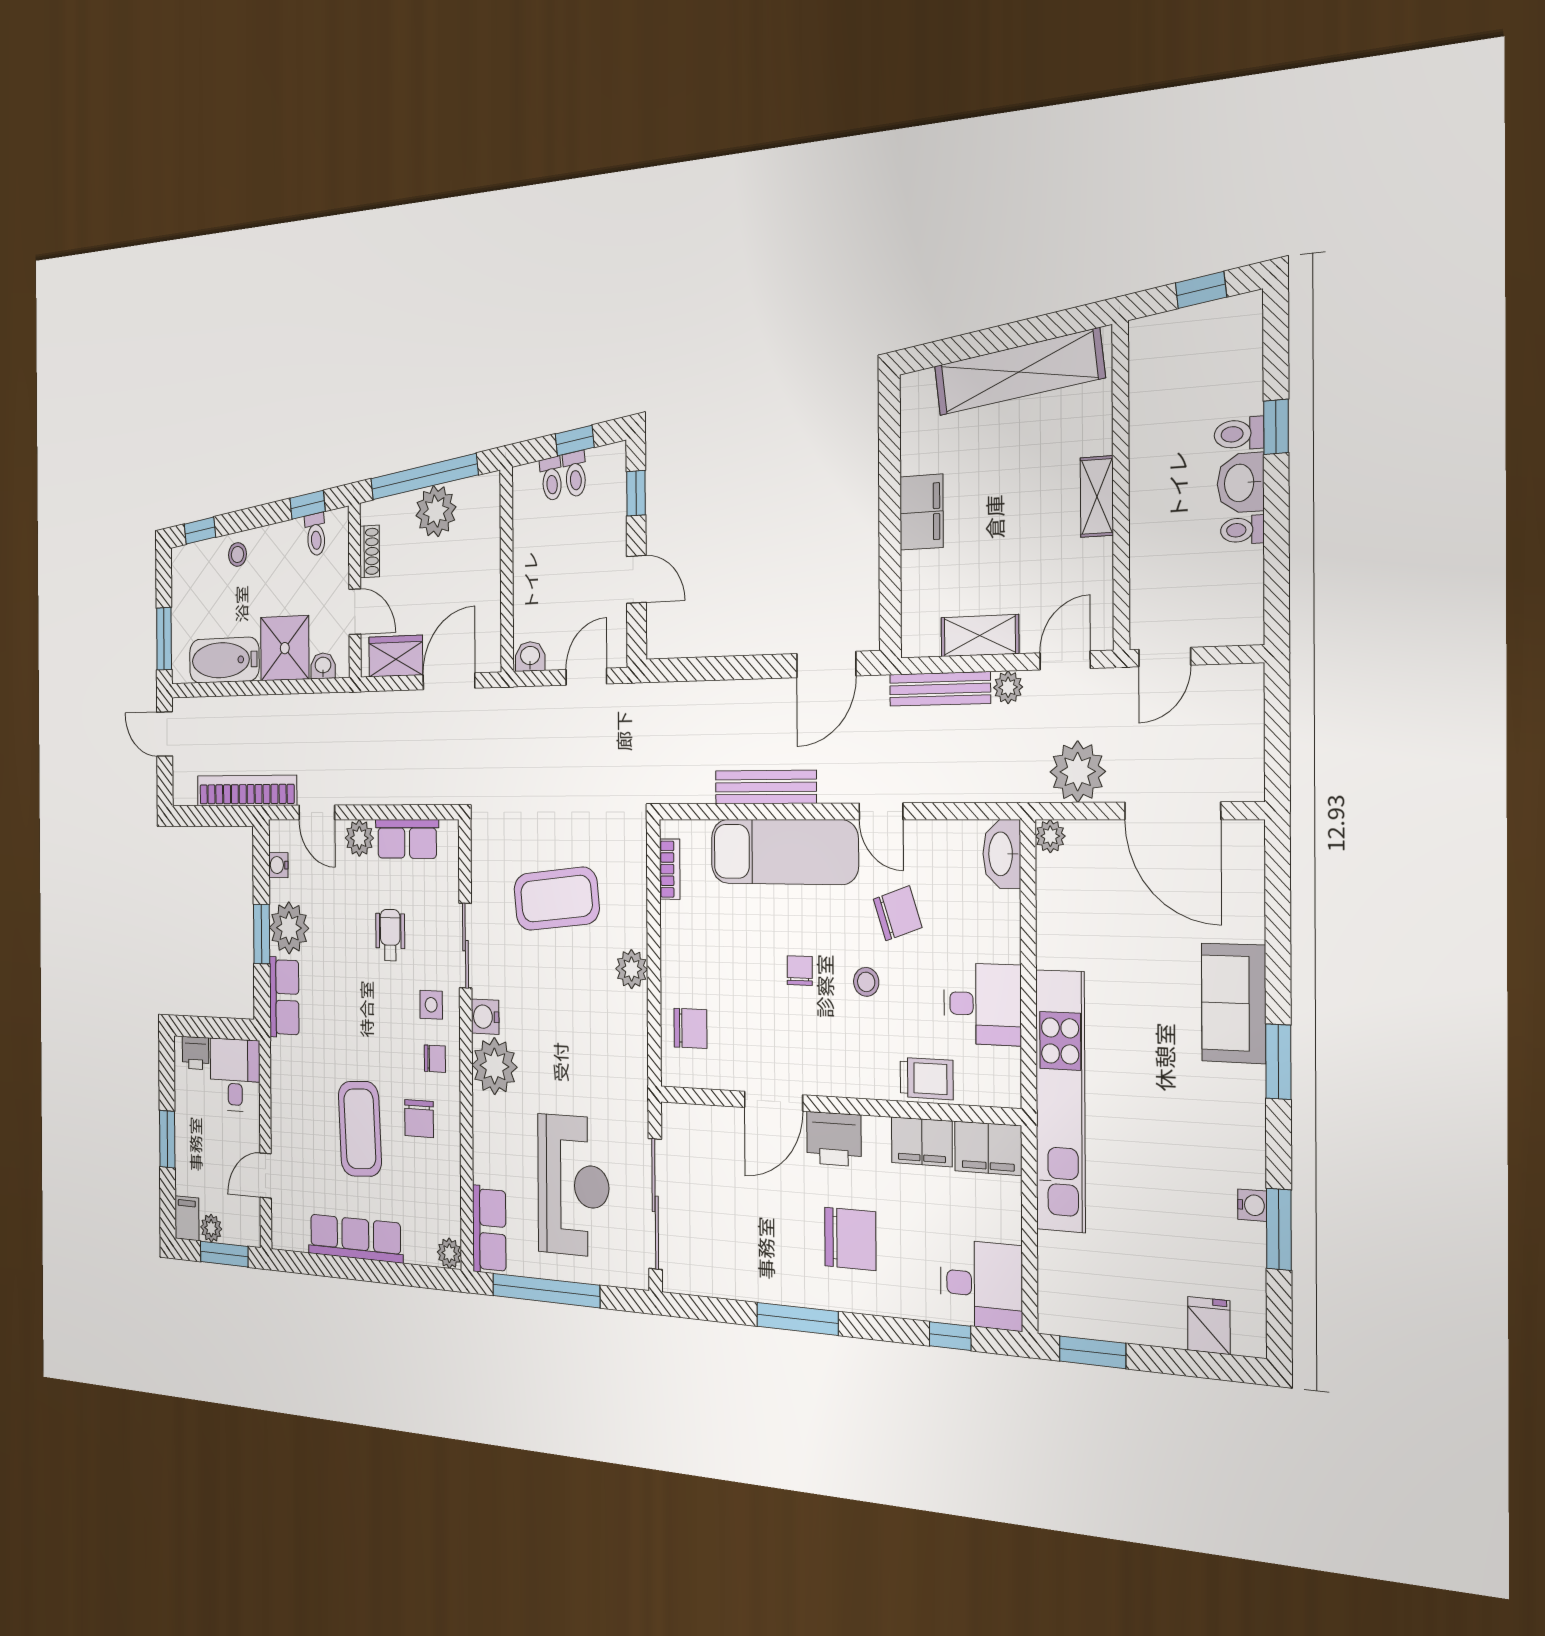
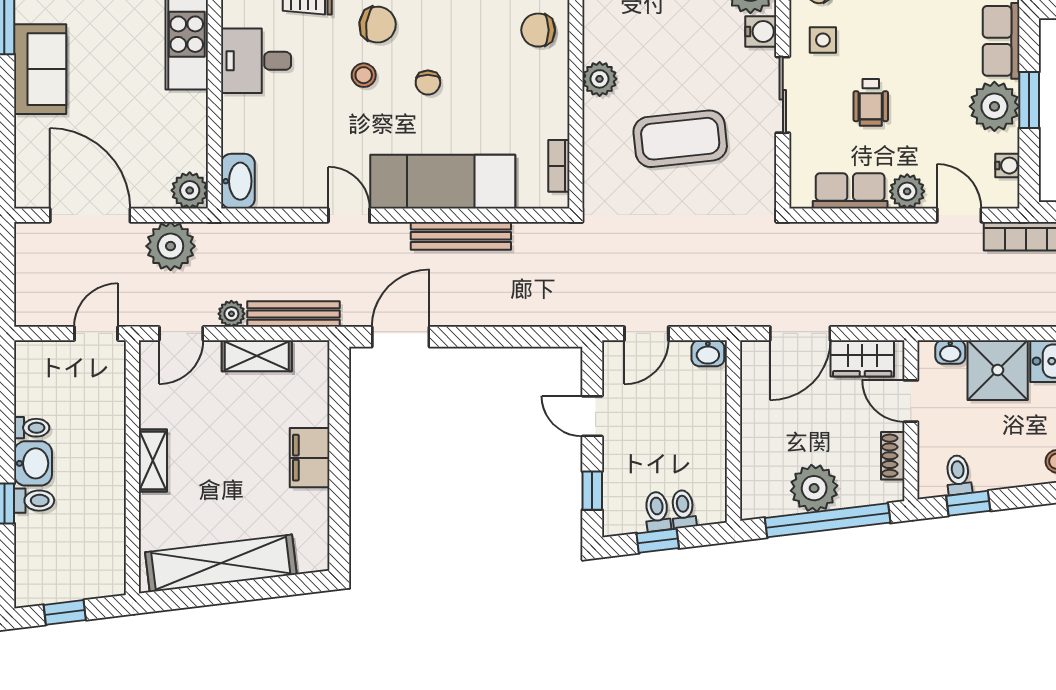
plant: (1050, 836) -> (190, 190), width x1.38, depth x1.38
chair: (898, 913) -> (378, 25), moved, turned -153

